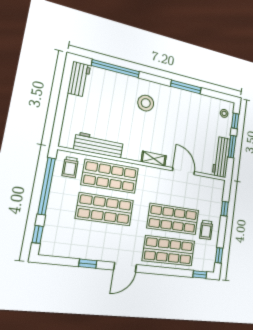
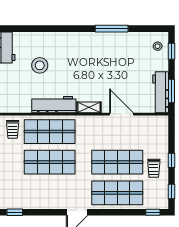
window: (116, 69) -> (38, 29), removed
stool: (146, 103) -> (40, 65), moved
workbench: (99, 145) -> (54, 105), moved
window: (232, 147) -> (171, 91), moved
window: (225, 209) -> (171, 160), moved
window: (88, 264) -> (15, 212), moved

